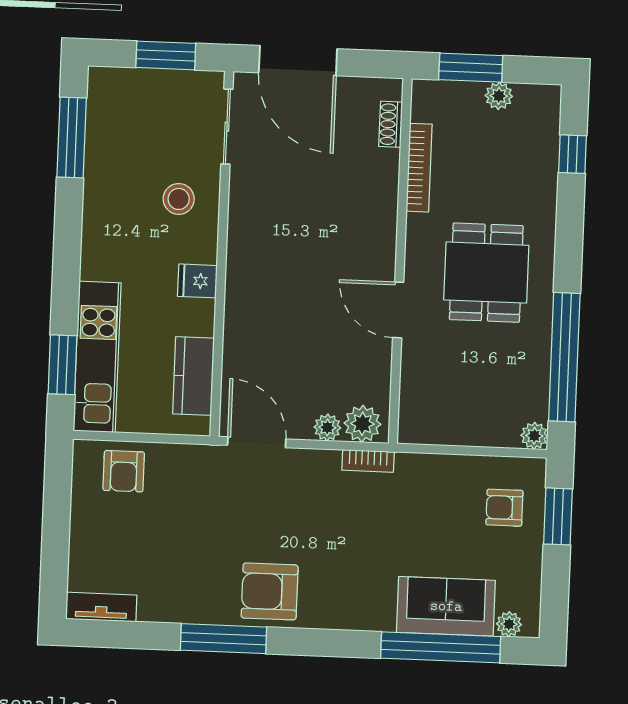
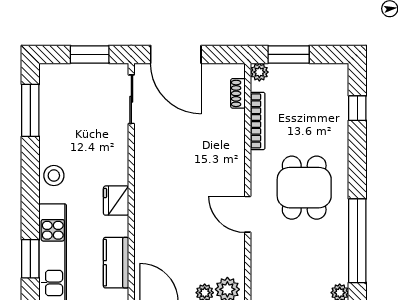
plant: (499, 96) -> (259, 72), moved
stool: (179, 199) -> (54, 176), moved
fridge: (197, 281) -> (116, 201), width x1.38

